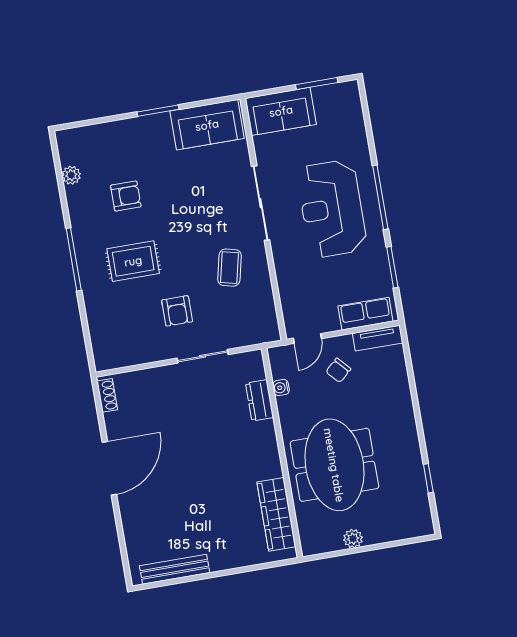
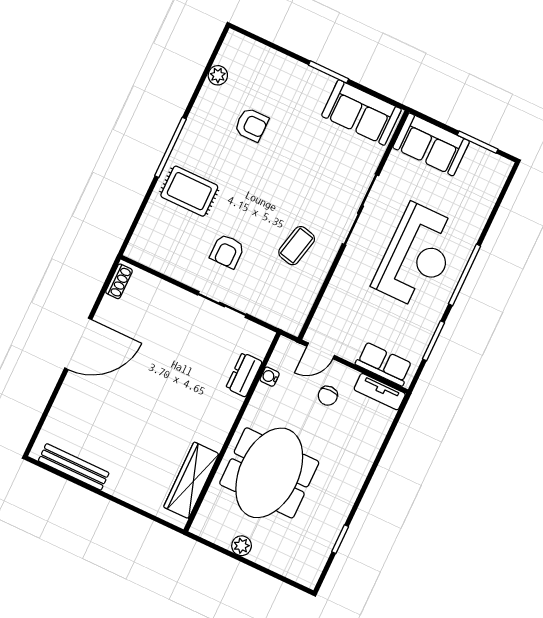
reception desk: (332, 209) -> (417, 256), turned 180
rug: (133, 261) -> (189, 191), moved
chair: (338, 370) -> (328, 396), turned -48

